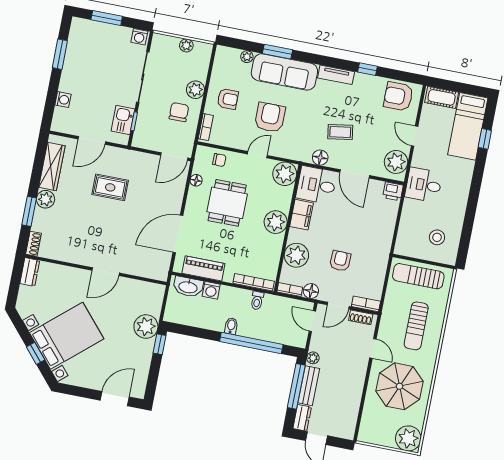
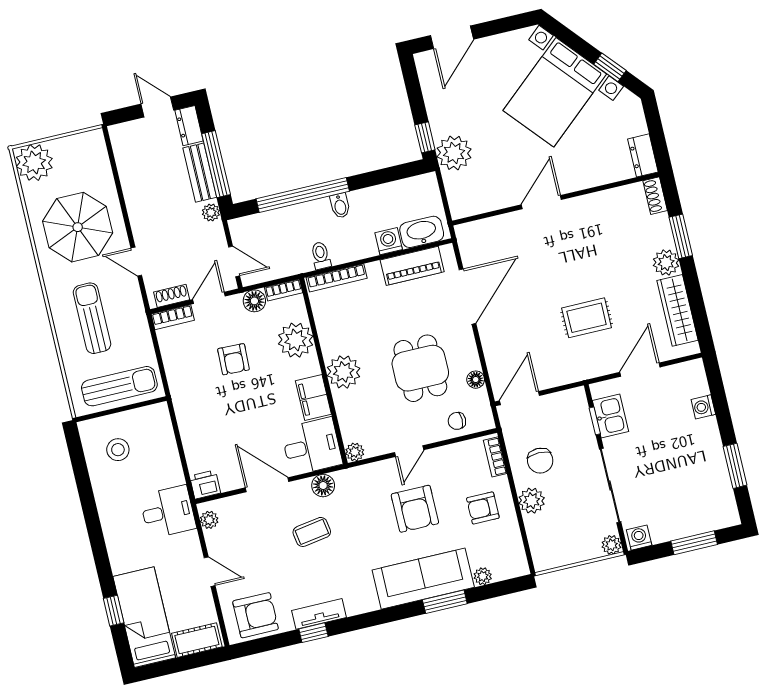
plant: (186, 45) -> (611, 545), moved
tv unit: (336, 75) -> (319, 614), moved
plant: (396, 162) -> (209, 520), width x0.53, depth x0.53
plant: (285, 174) -> (355, 452), width x0.53, depth x0.53
window: (36, 353) -> (610, 67), moved

